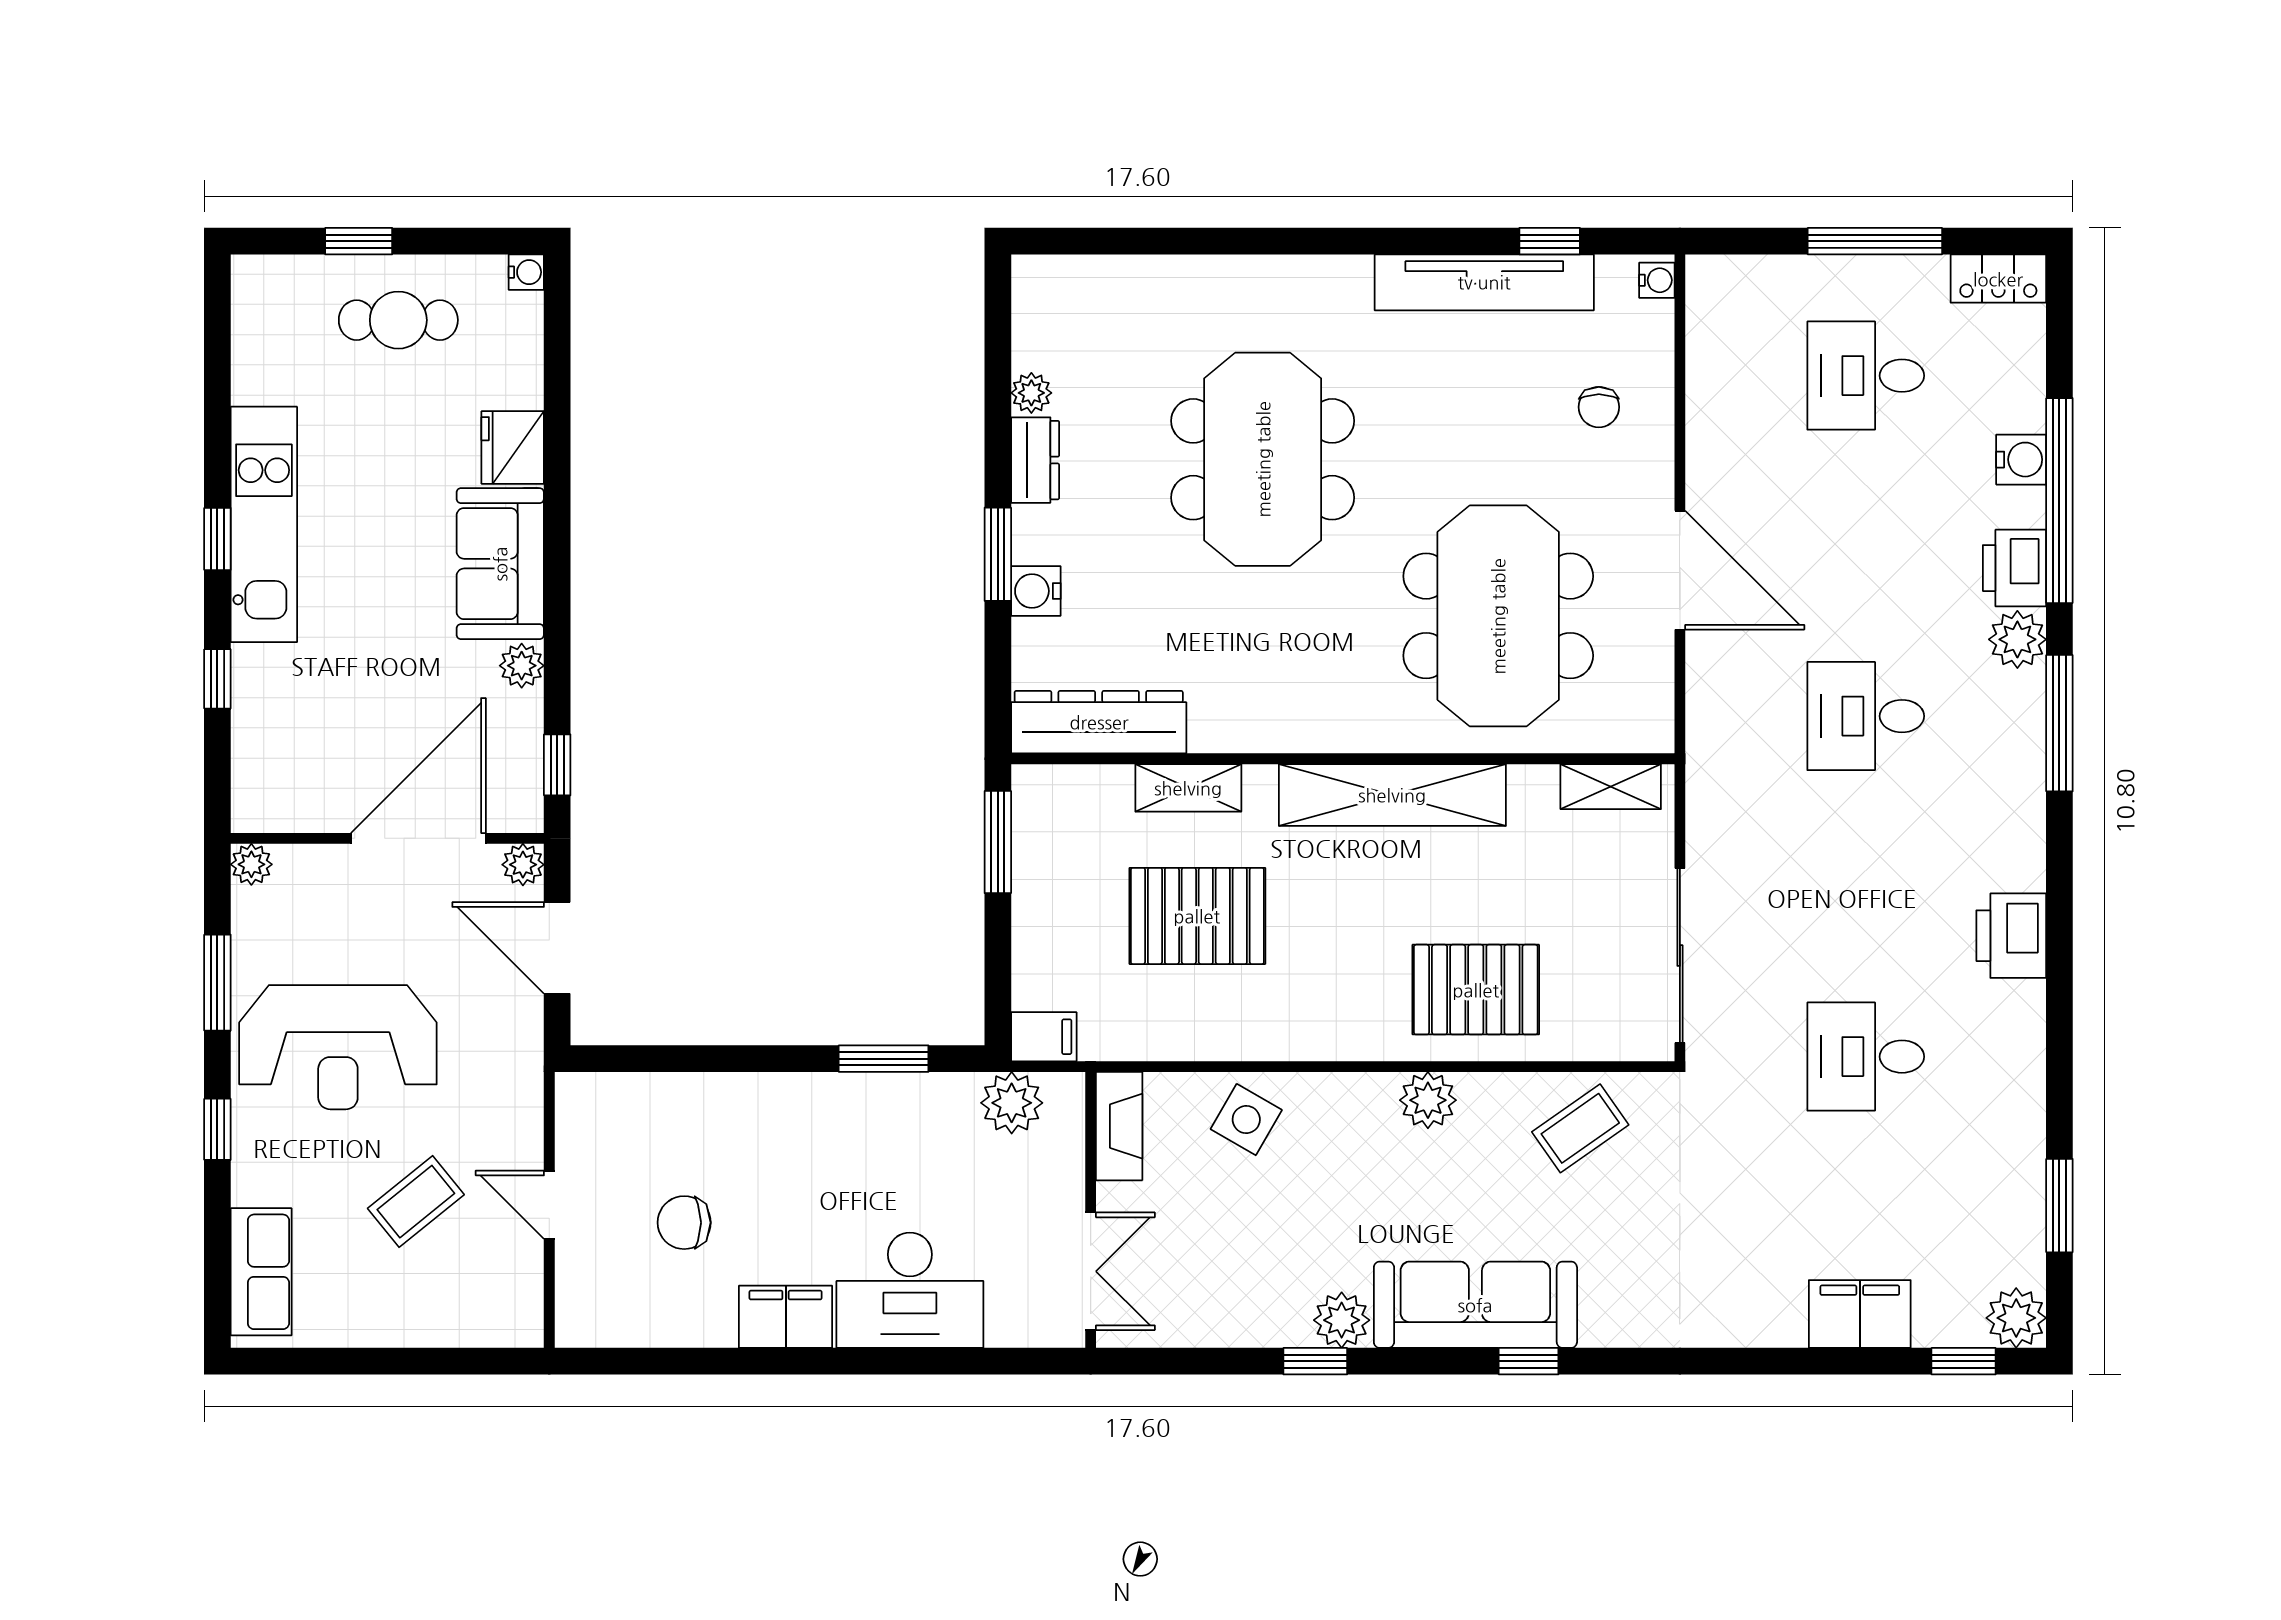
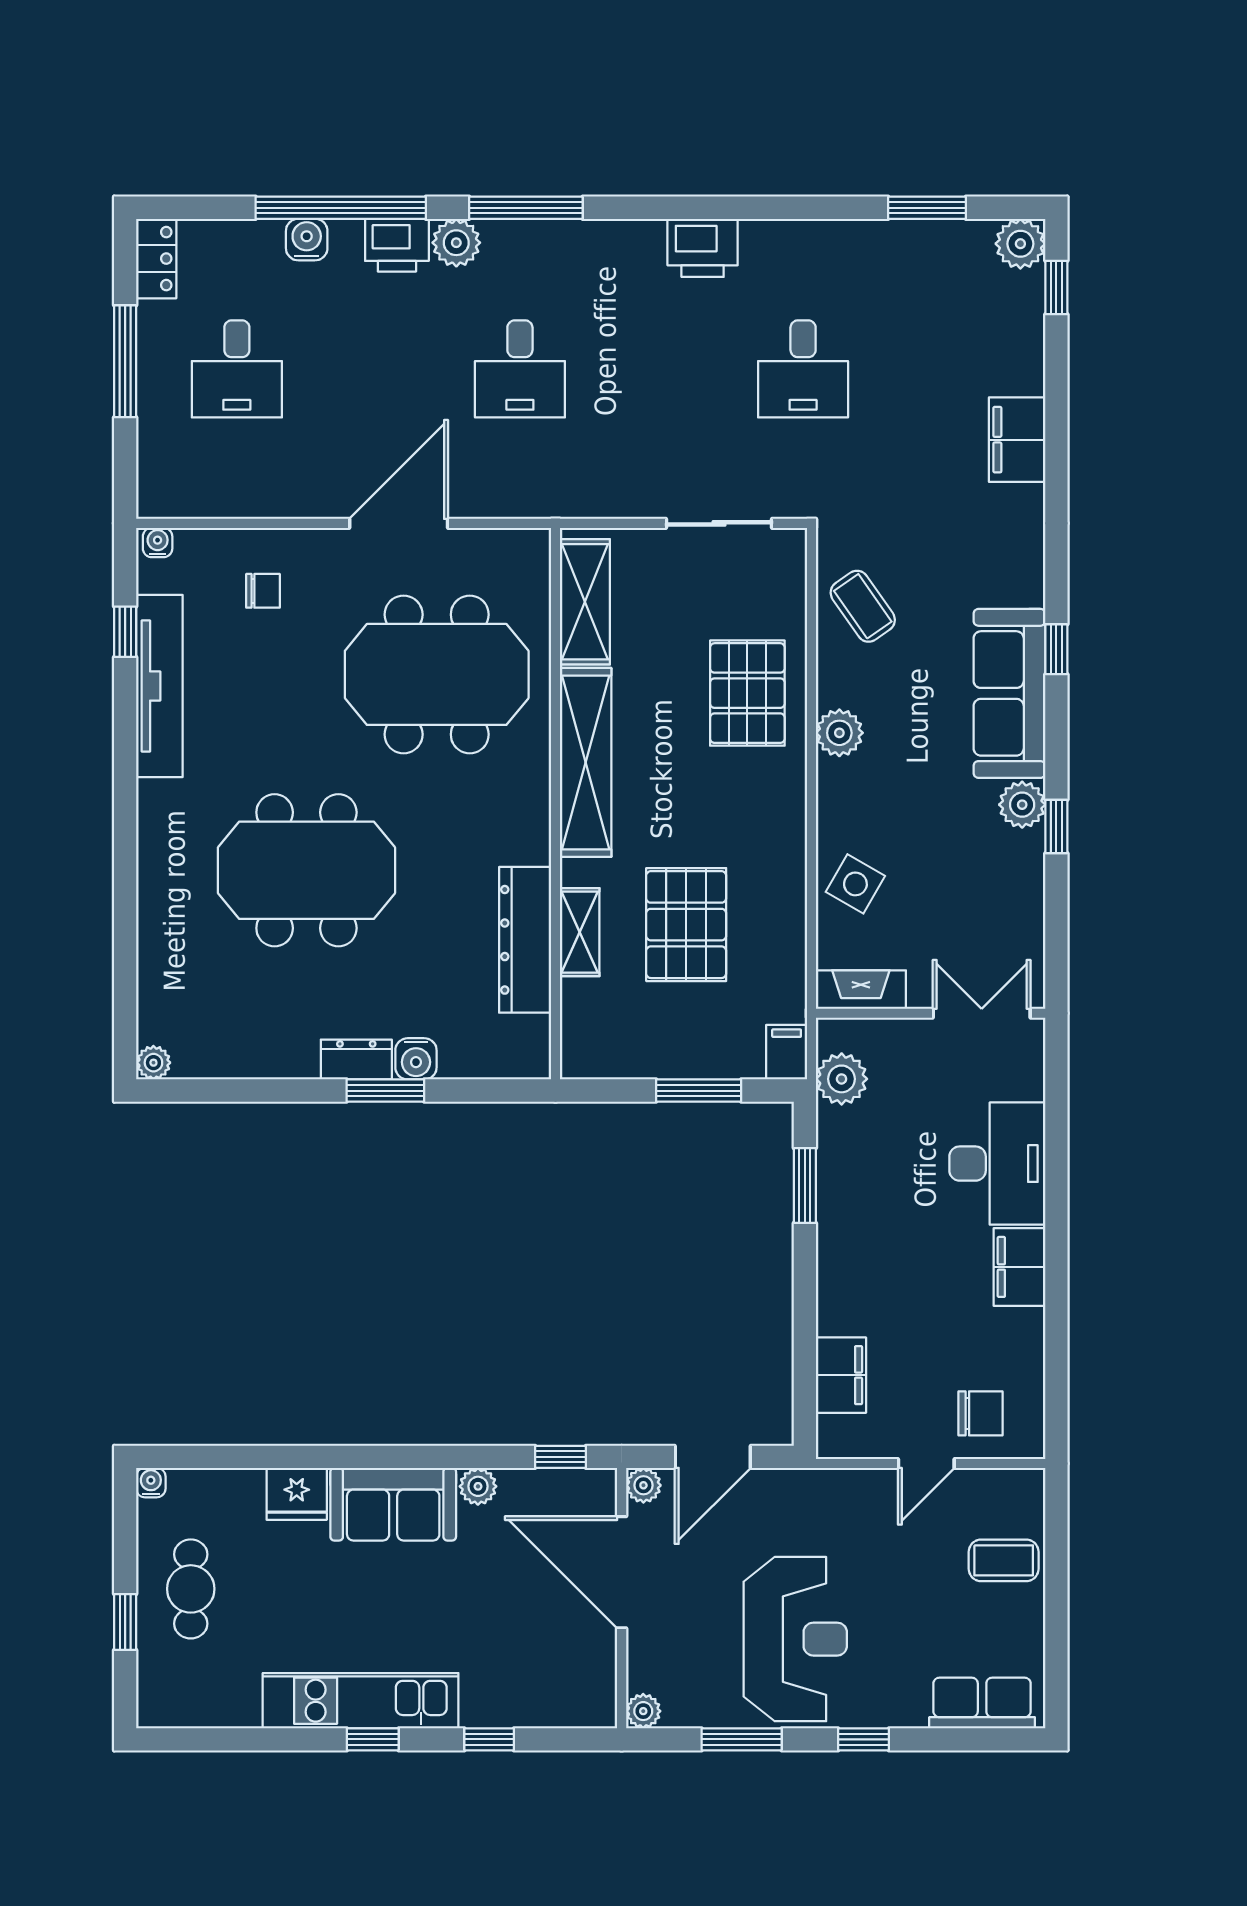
plant: (1031, 393) -> (153, 1063), moved
dresser: (1035, 460) -> (356, 1060), moved
dresser: (1099, 722) -> (525, 940), moved
shelving: (1611, 787) -> (585, 602), width x1.50, depth x1.33
window: (998, 842) -> (699, 1091), moved
sliding door: (1680, 956) -> (719, 523), width x0.73
filing cabinet: (655, 1102) -> (841, 1375), added
coffee table: (416, 1202) -> (1004, 1560), moved, turned -51
chair: (684, 1223) -> (981, 1413), moved, turned -90
filing cabinet: (1860, 1314) -> (1017, 440), moved

